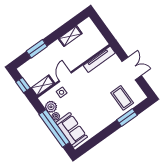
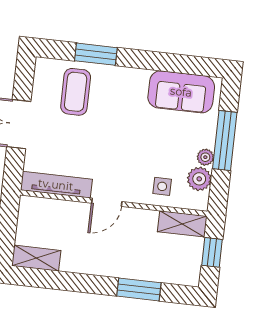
shelving: (70, 36) -> (36, 258), moved
door: (65, 77) -> (107, 202), moved
window: (54, 128) -> (225, 140), width x0.68
sofa: (72, 130) -> (181, 92), moved, turned -90

